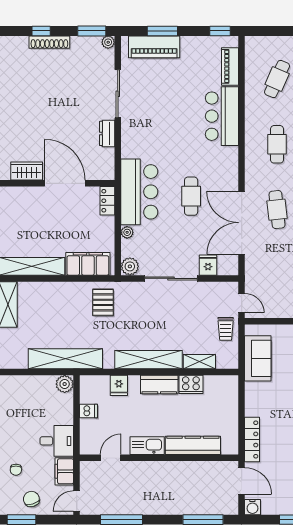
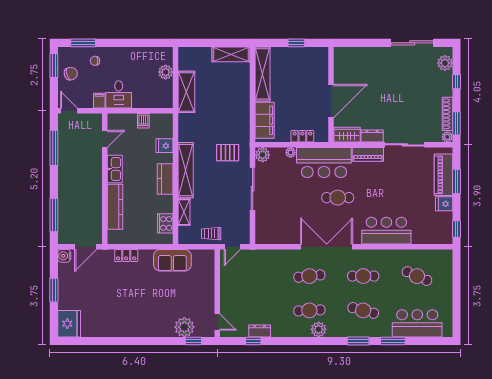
shoe rack: (49, 42) -> (447, 114), moved
plant: (19, 45) -> (445, 63), added
piano: (230, 66) -> (368, 154), moved, turned 180
wardrobe: (27, 171) -> (347, 135), moved, turned -90
cafe table: (191, 196) -> (338, 198), moved
locker: (107, 201) -> (302, 136), moved
double door: (242, 223) -> (327, 247), moved
fridge: (208, 265) -> (444, 204), moved, turned 180
pallet: (103, 302) -> (228, 153), moved
sofa: (258, 358) -> (172, 260), moved
shelving: (65, 359) -> (186, 92), width x0.68
plant: (65, 384) -> (166, 72), moved
cooker: (191, 384) -> (165, 223), moved
locker: (252, 440) -> (126, 256), width x0.66
door: (111, 458) -> (105, 139), hinge flipped
filing cabinet: (64, 471) -> (99, 101), width x0.50

